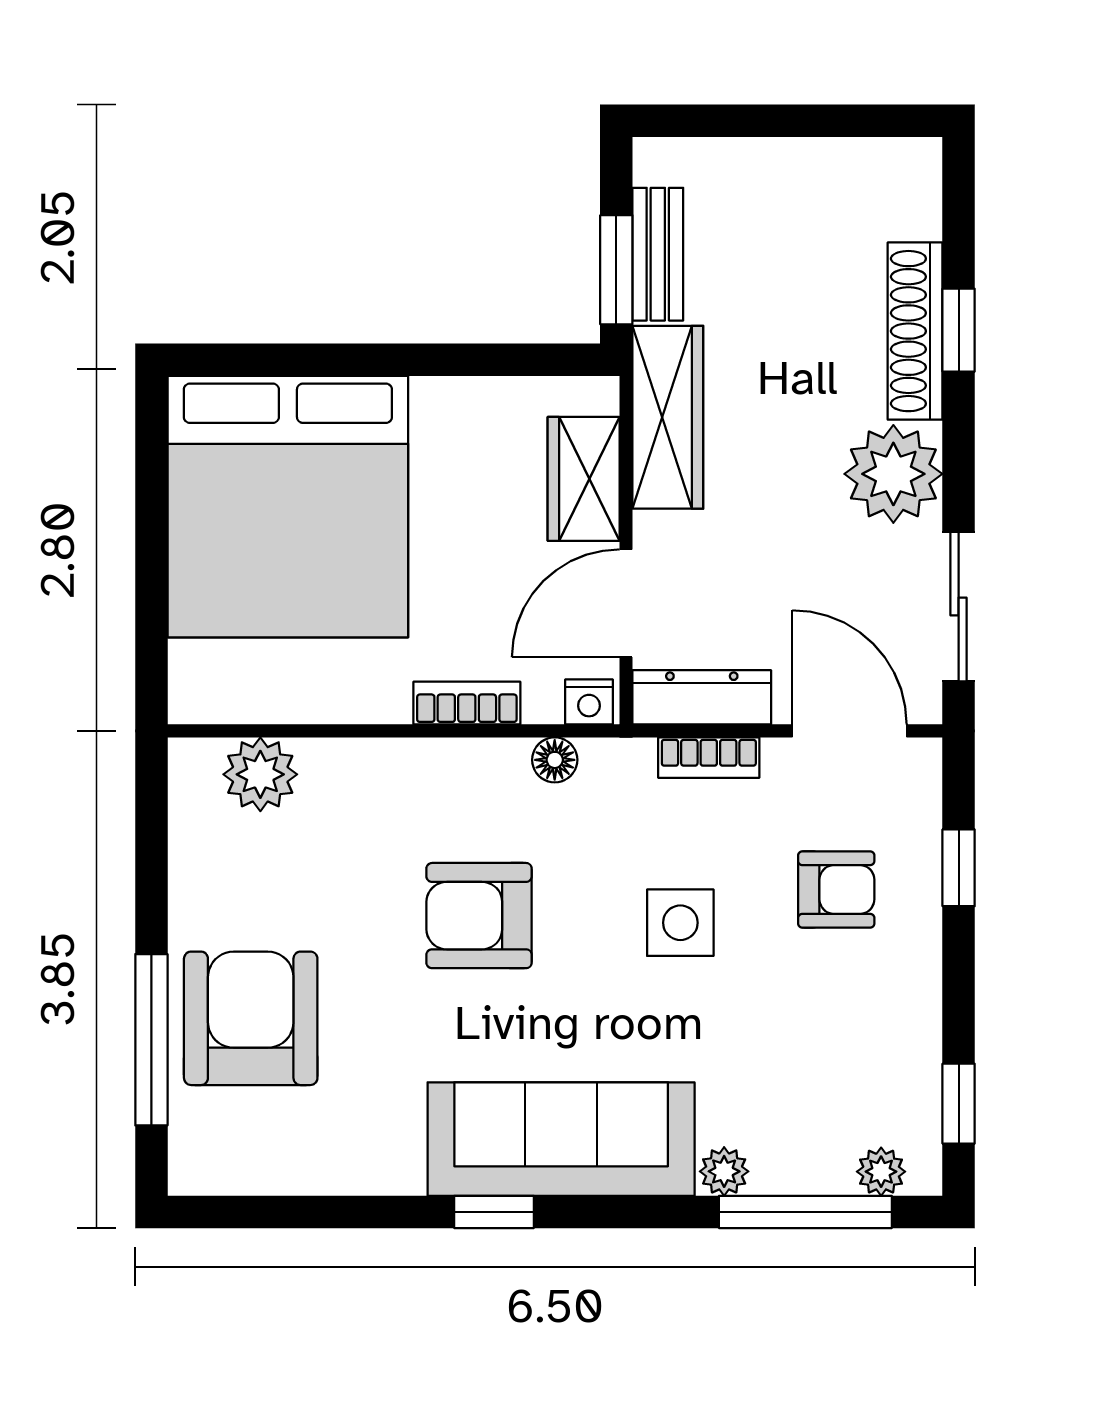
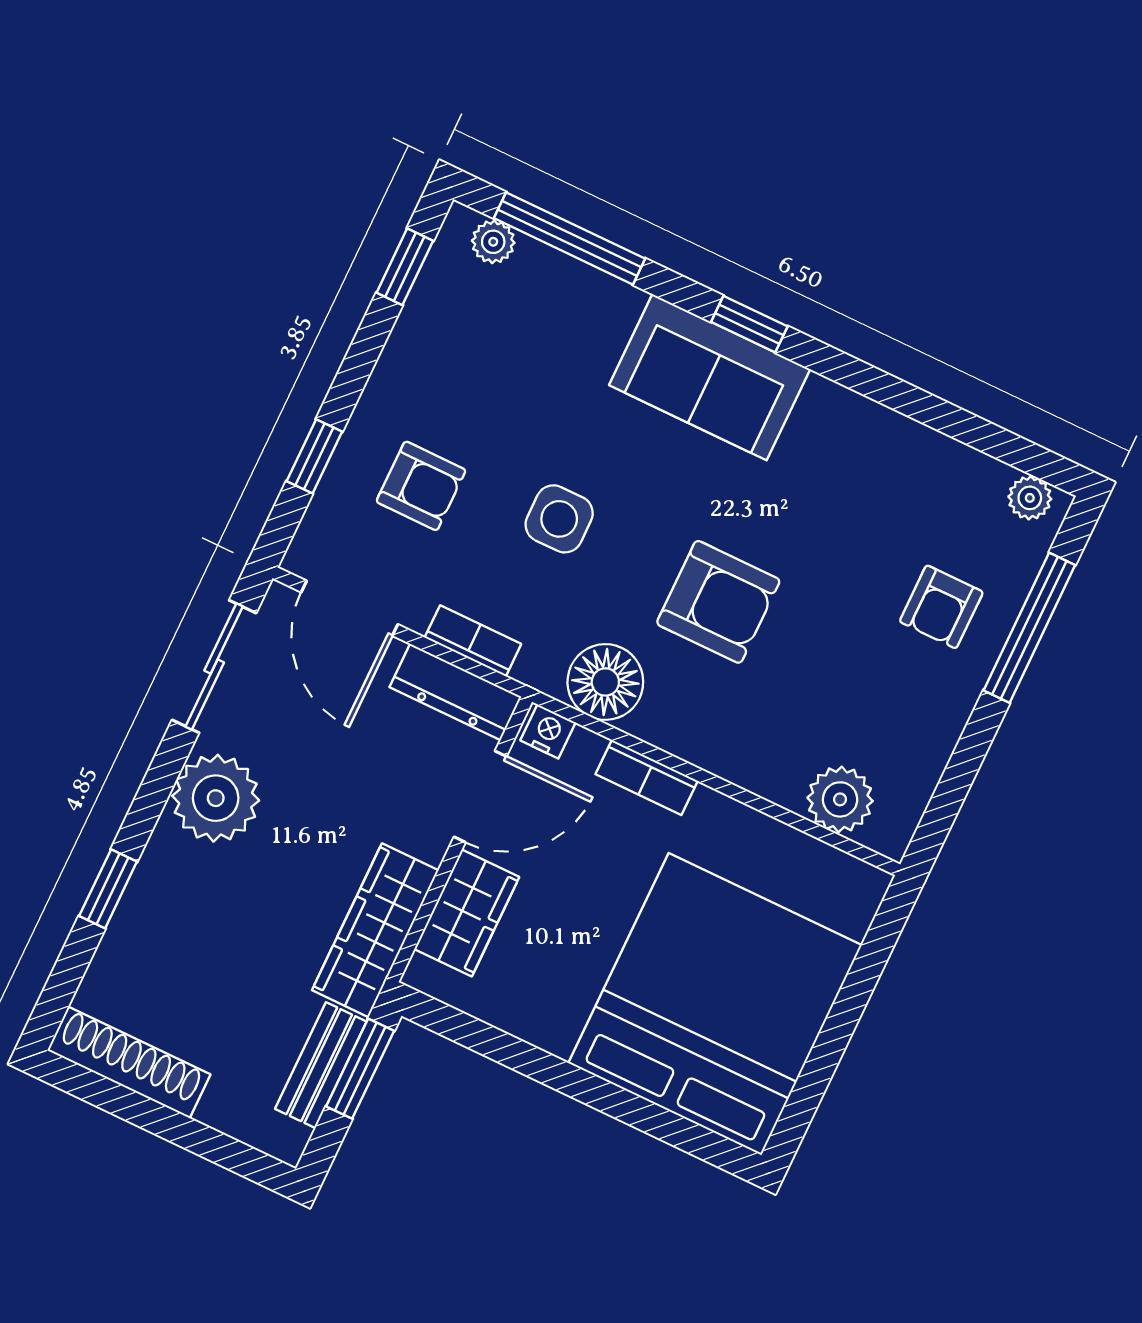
shoe rack: (915, 331) -> (129, 1062), moved, turned -90
floor lamp: (555, 760) -> (605, 682), width x1.89, depth x1.89
armchair: (836, 889) -> (421, 486), turned 180
armchair: (251, 1018) -> (941, 607), width x0.53, depth x0.53
sofa: (561, 1139) -> (710, 377), width x0.73
plant: (724, 1171) -> (1030, 498), moved
window: (494, 1212) -> (749, 324), moved

